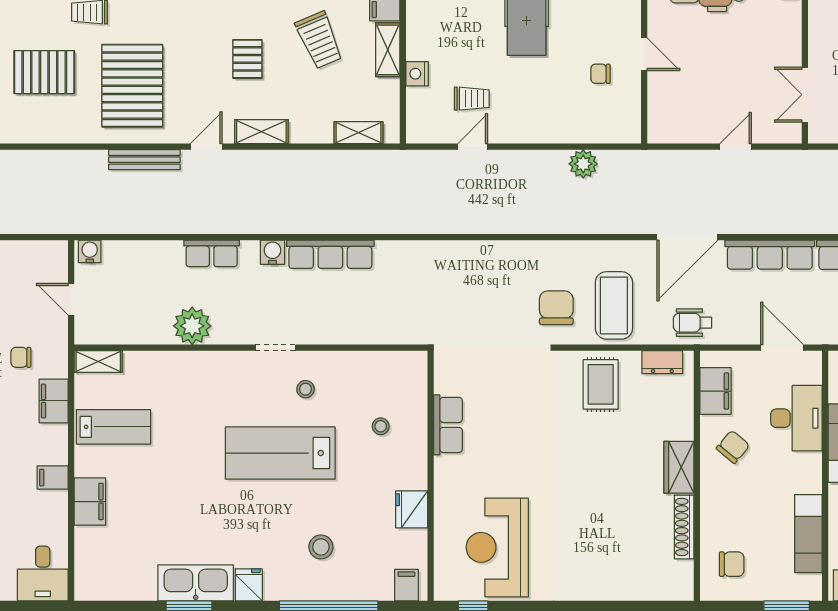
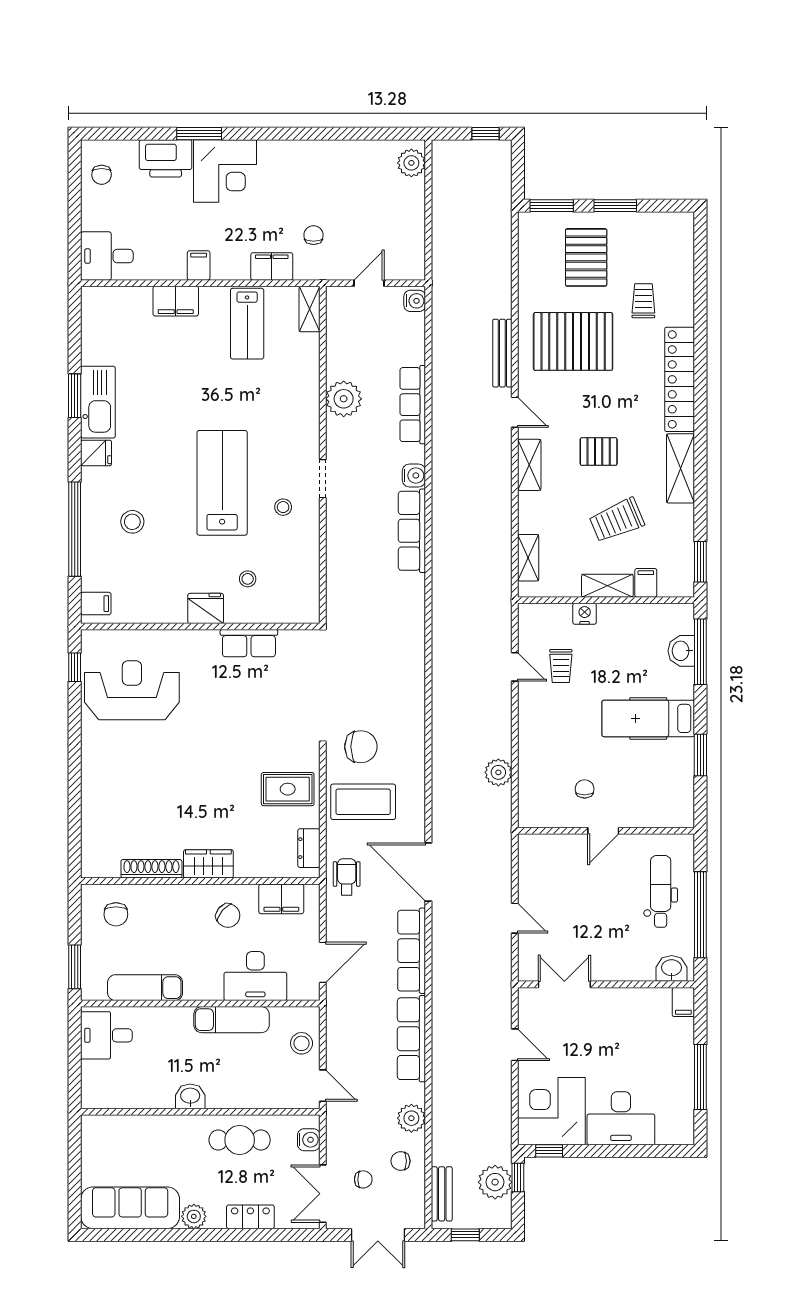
row of seats: (212, 253) -> (413, 405), width x1.48
fridge: (412, 509) -> (206, 608), moved

